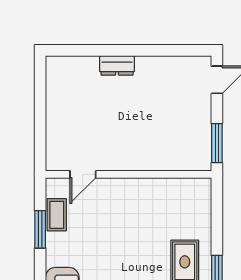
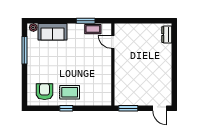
dresser: (117, 65) -> (167, 35), moved

